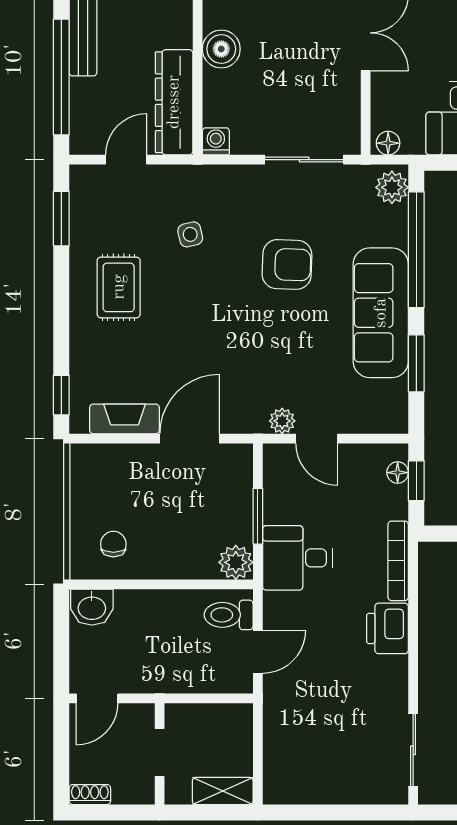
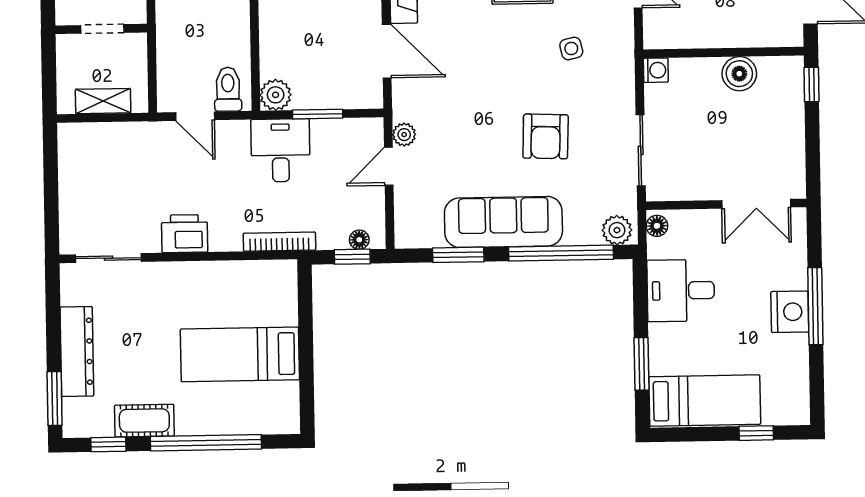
dresser: (174, 102) -> (690, 32), removed
printer: (387, 628) -> (185, 234), moved
shelving: (223, 791) -> (103, 101), moved, turned 90

